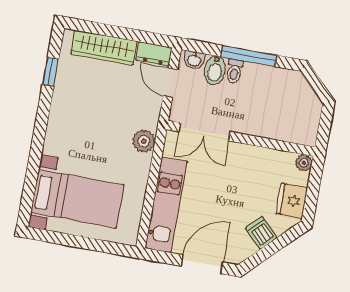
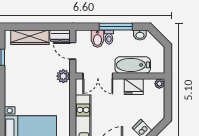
washbasin: (194, 60) -> (140, 35), moved
bathtub: (265, 124) -> (133, 65), added
plant: (144, 141) -> (63, 76), moved
fridge: (292, 201) -> (134, 87), moved, turned -90

